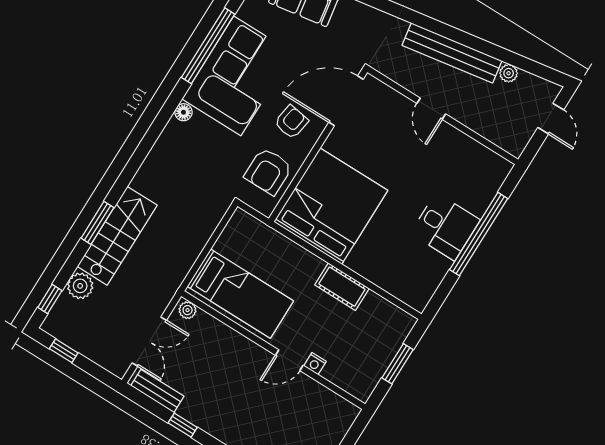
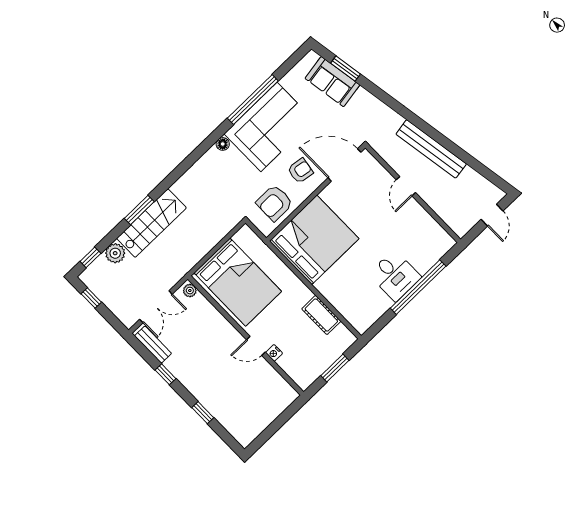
plant: (509, 73) -> (469, 174), removed
cot: (342, 287) -> (321, 315), moved
bed: (240, 294) -> (238, 282), width x1.50

